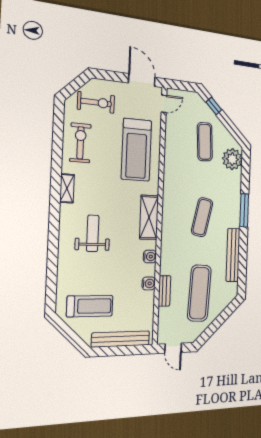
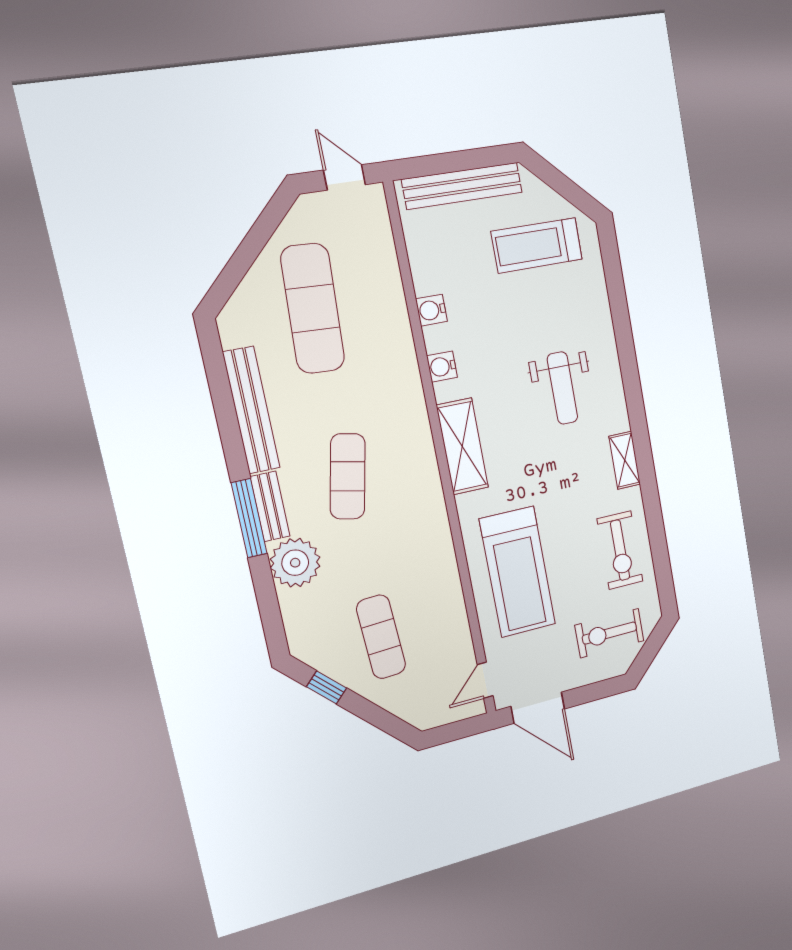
window: (214, 106) -> (327, 687), moved
treadmill: (136, 150) -> (518, 572), turned 180
plant: (232, 159) -> (295, 563), moved
bench: (164, 291) -> (270, 506), moved

